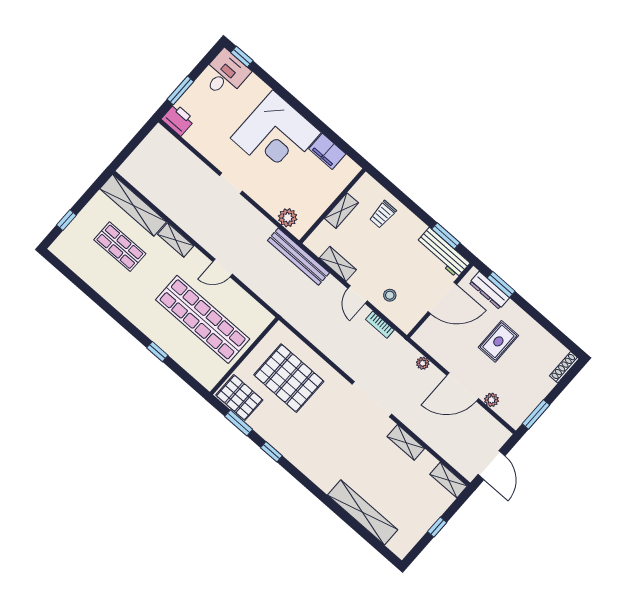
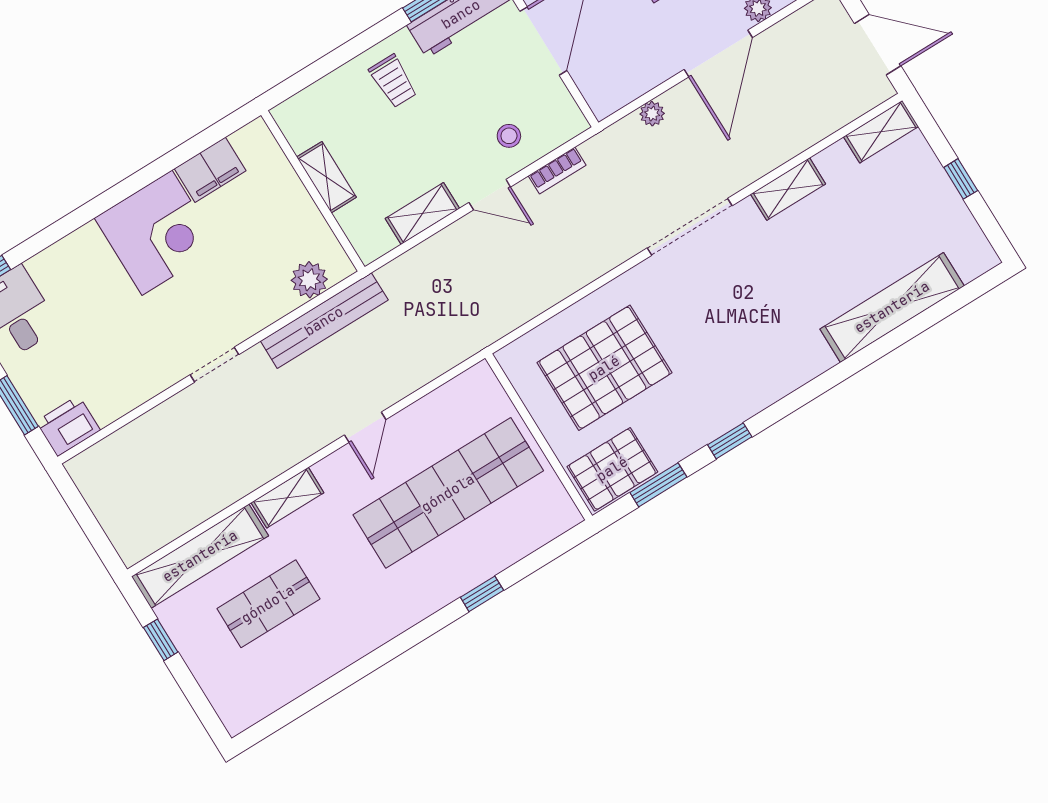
corner desk: (276, 135) -> (157, 233), width x0.74, depth x0.74
trolley: (383, 214) -> (393, 81), moved
window: (66, 220) -> (161, 640), moved
bench: (298, 257) -> (324, 321), moved

